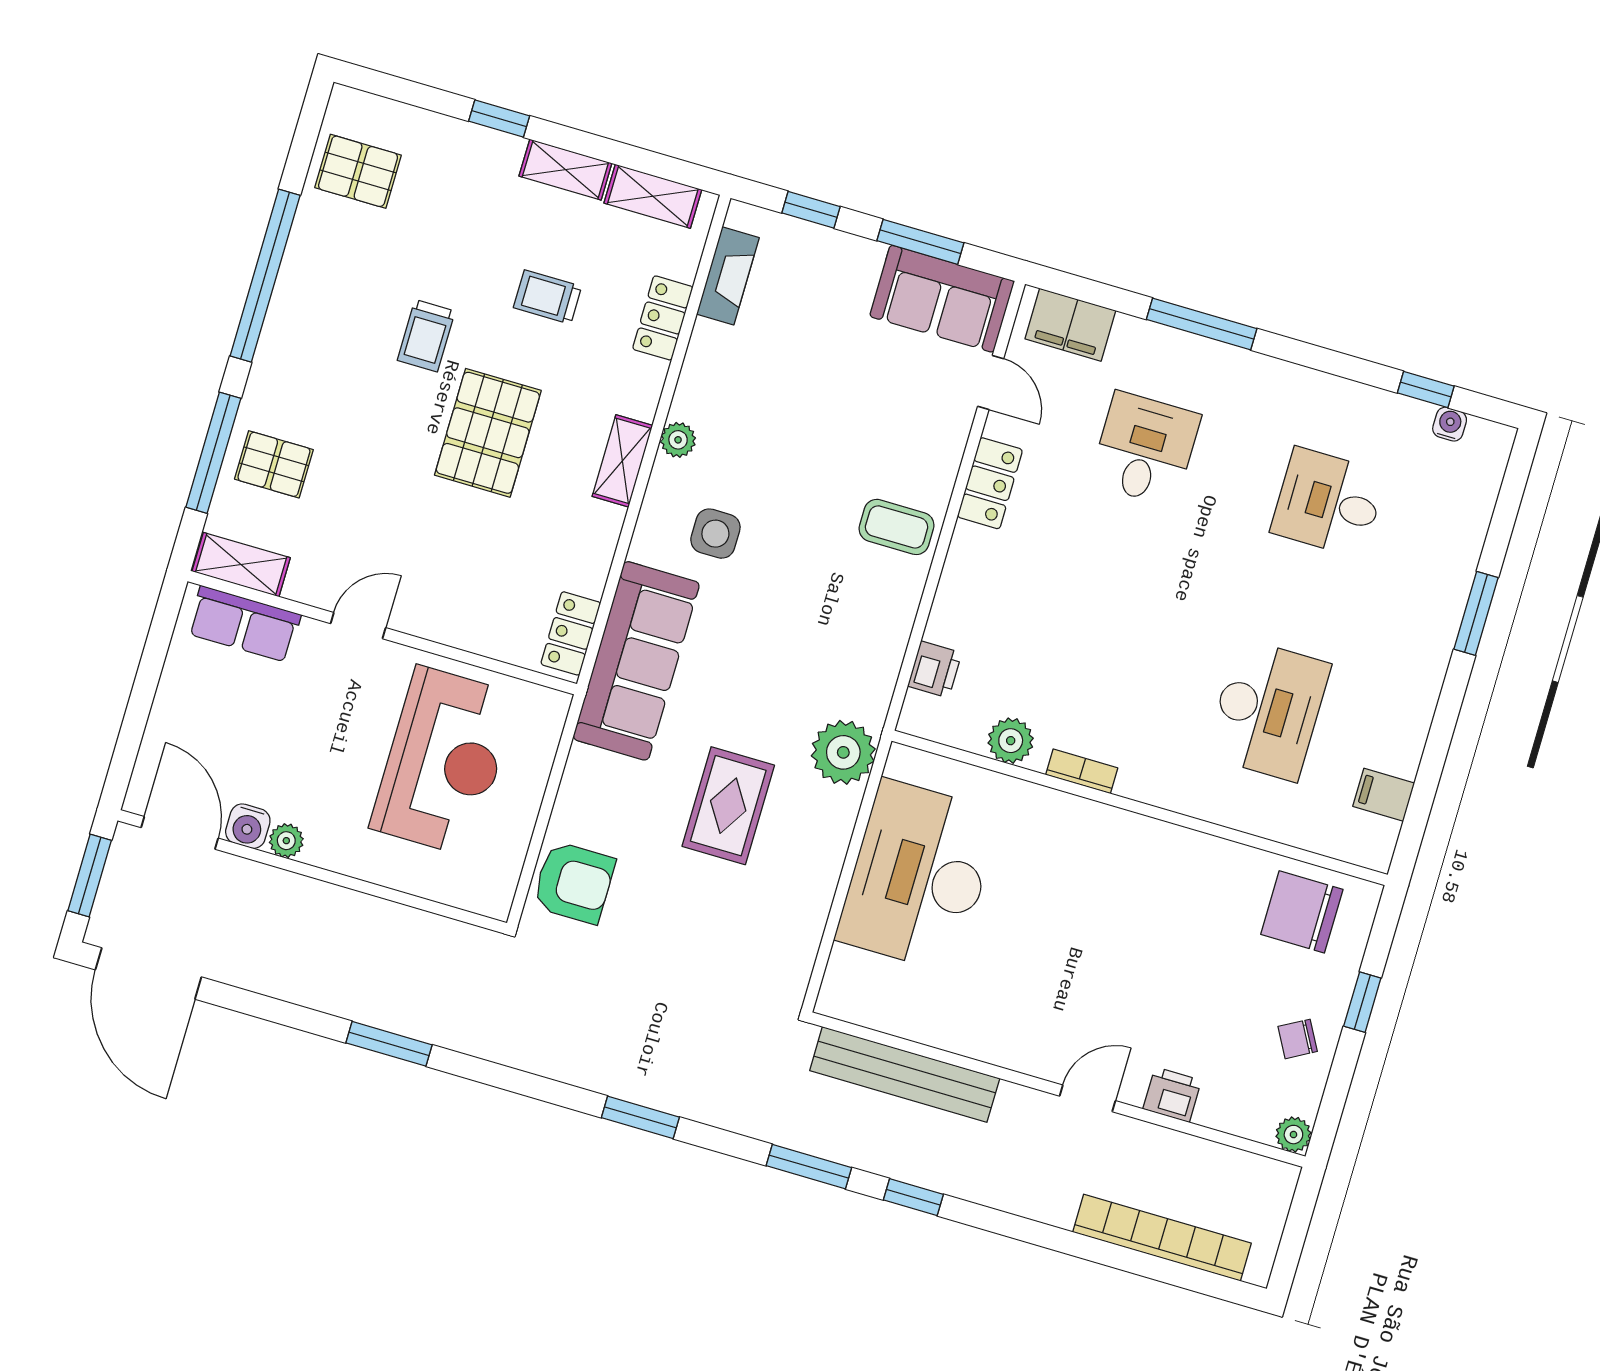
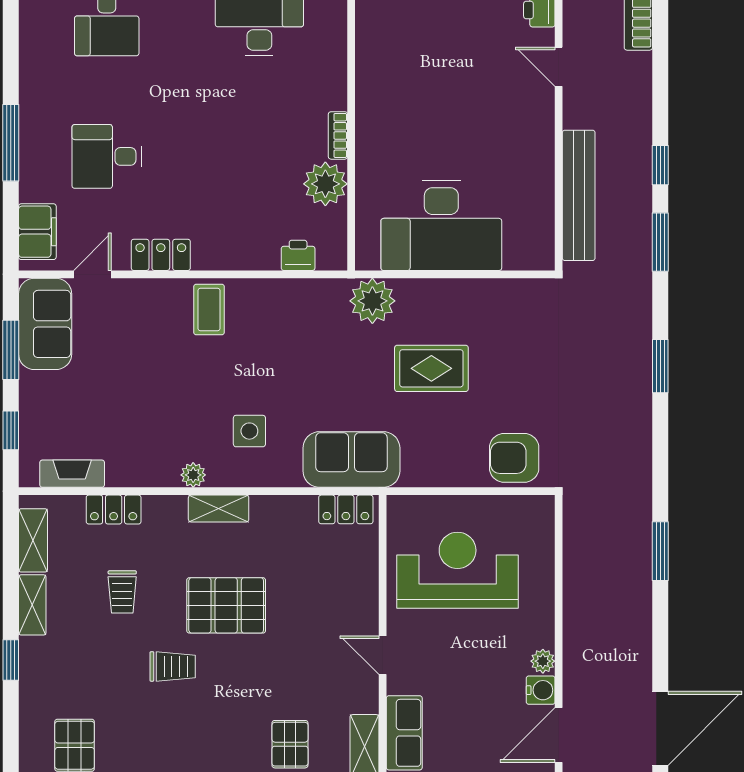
sofa: (636, 661) -> (351, 459), width x0.73
plant: (1011, 741) -> (325, 184), width x1.36, depth x1.36
armchair: (574, 883) -> (514, 458), turned -90

